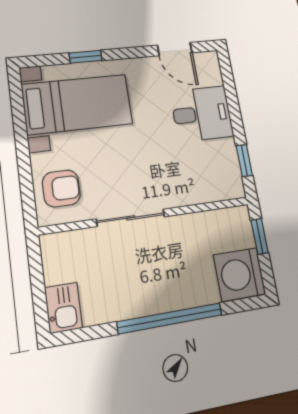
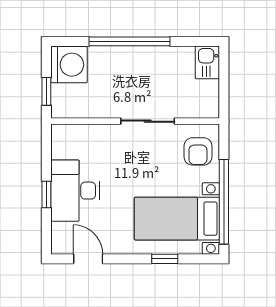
desk: (202, 114) -> (75, 191), width x1.37
window: (20, 130) -> (224, 202), added
window: (244, 161) -> (46, 194), moved
armchair: (61, 188) -> (198, 151), turned -90

